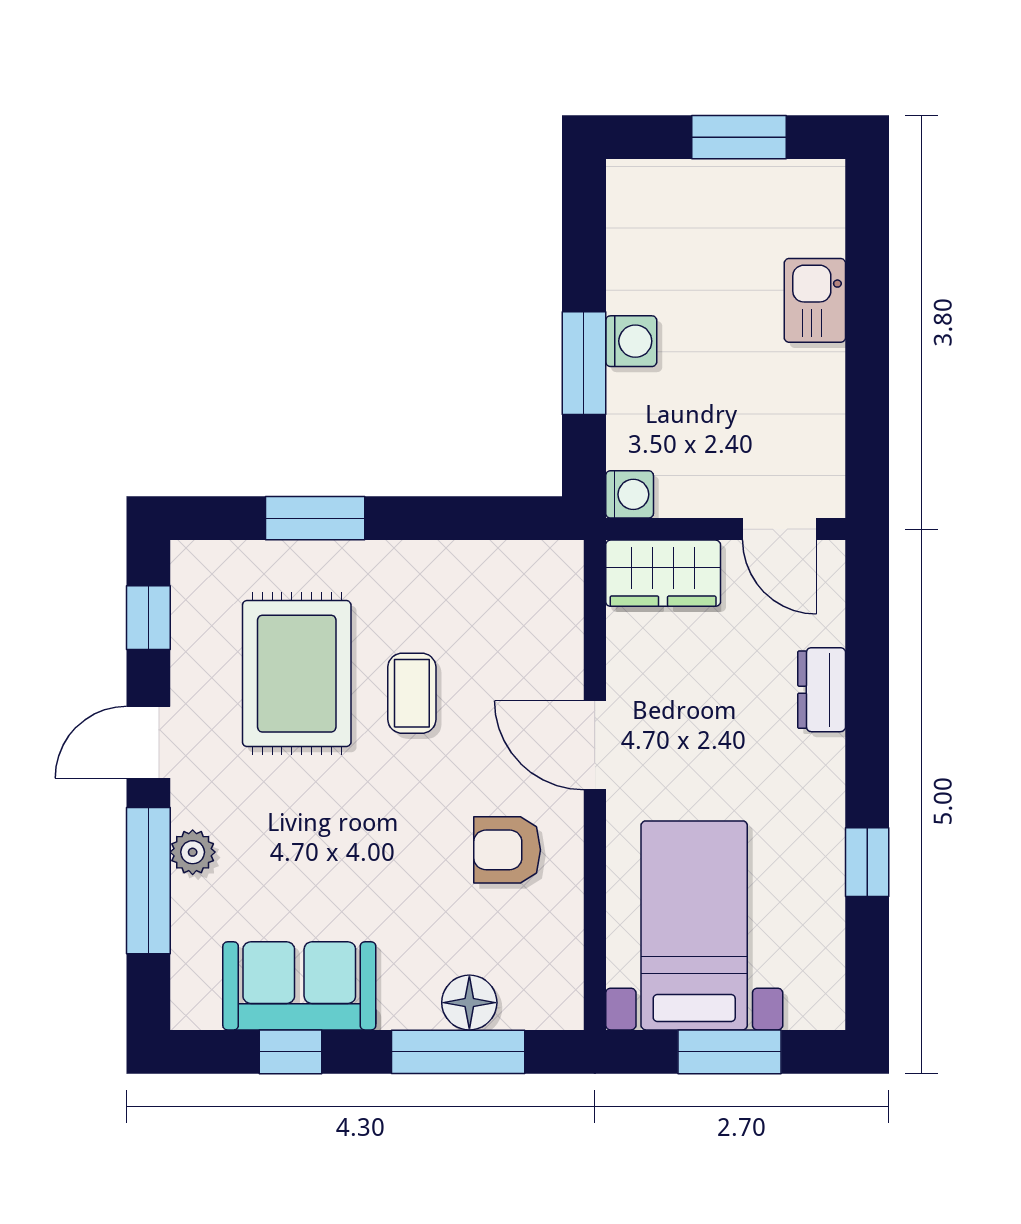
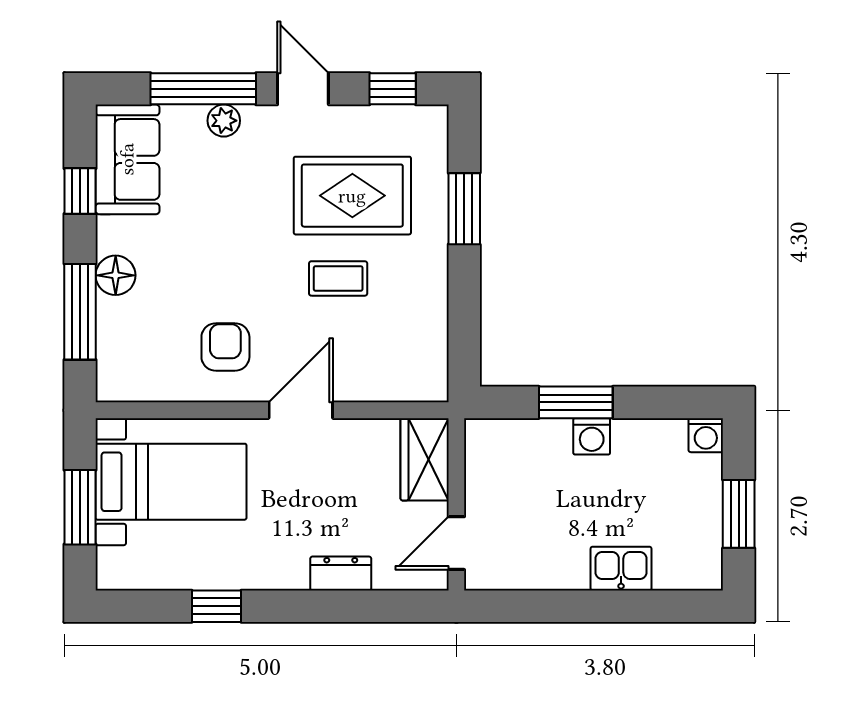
washing machine: (630, 494) -> (706, 435), moved
sofa: (299, 986) -> (127, 159), moved
floor lamp: (469, 1003) -> (116, 275), moved

